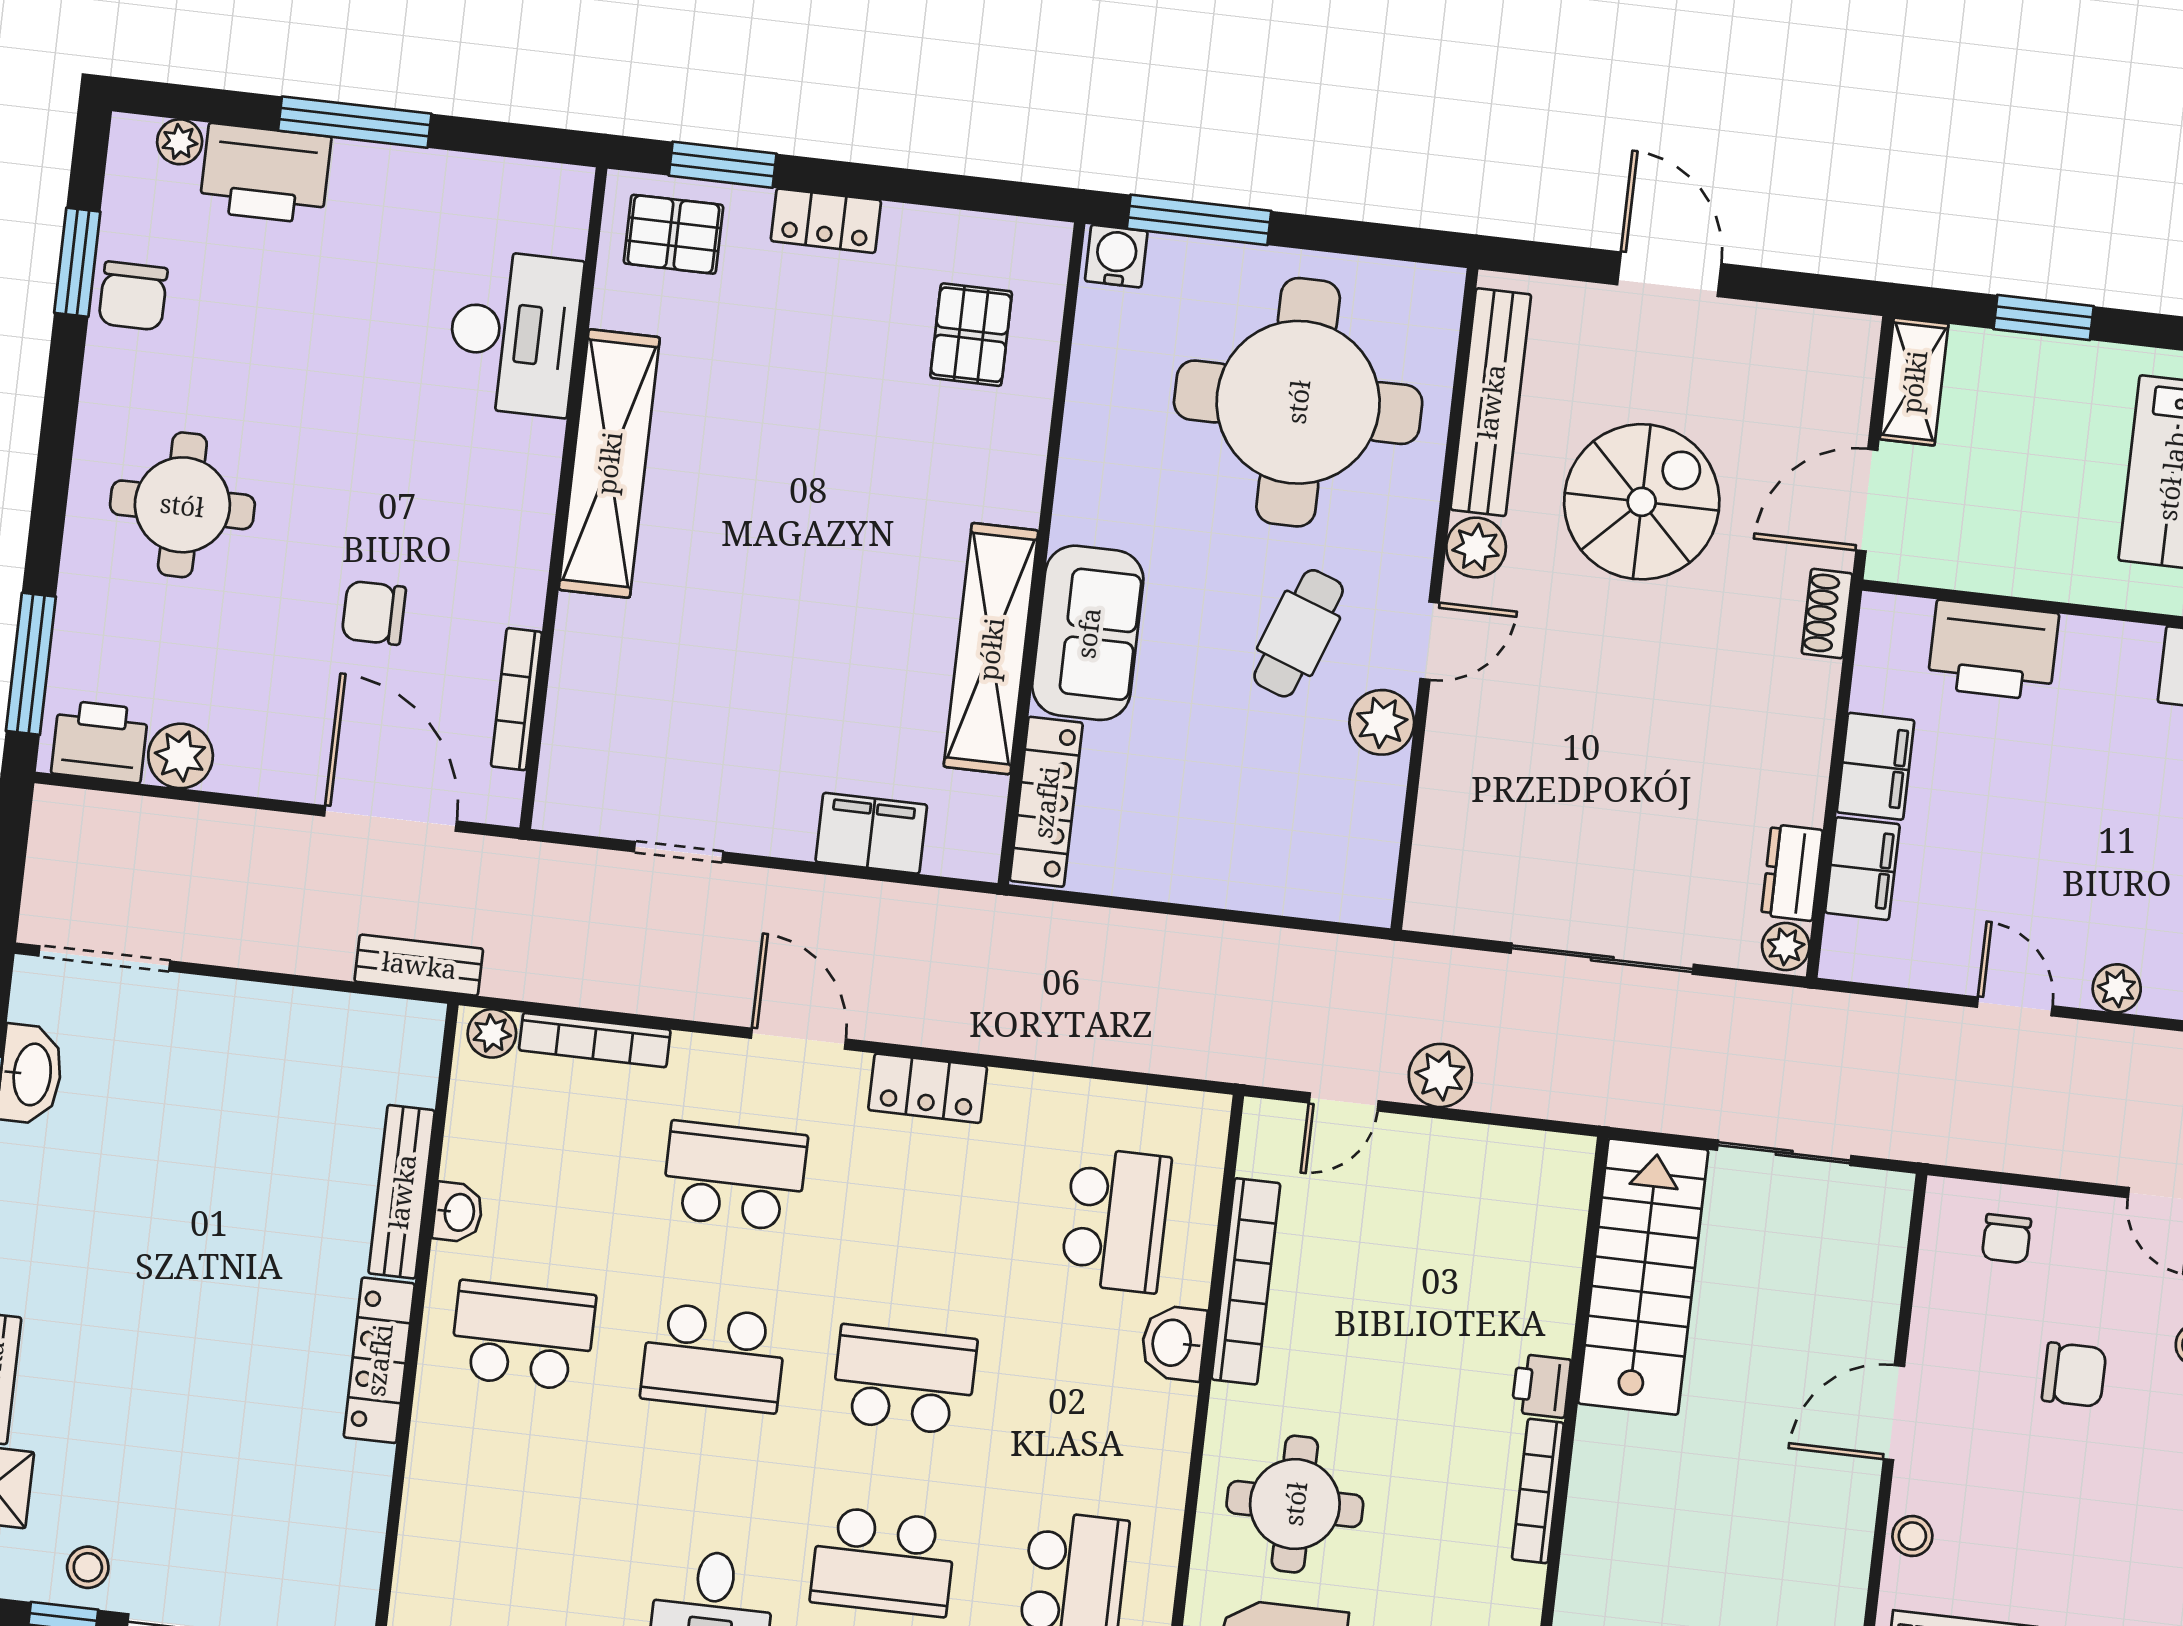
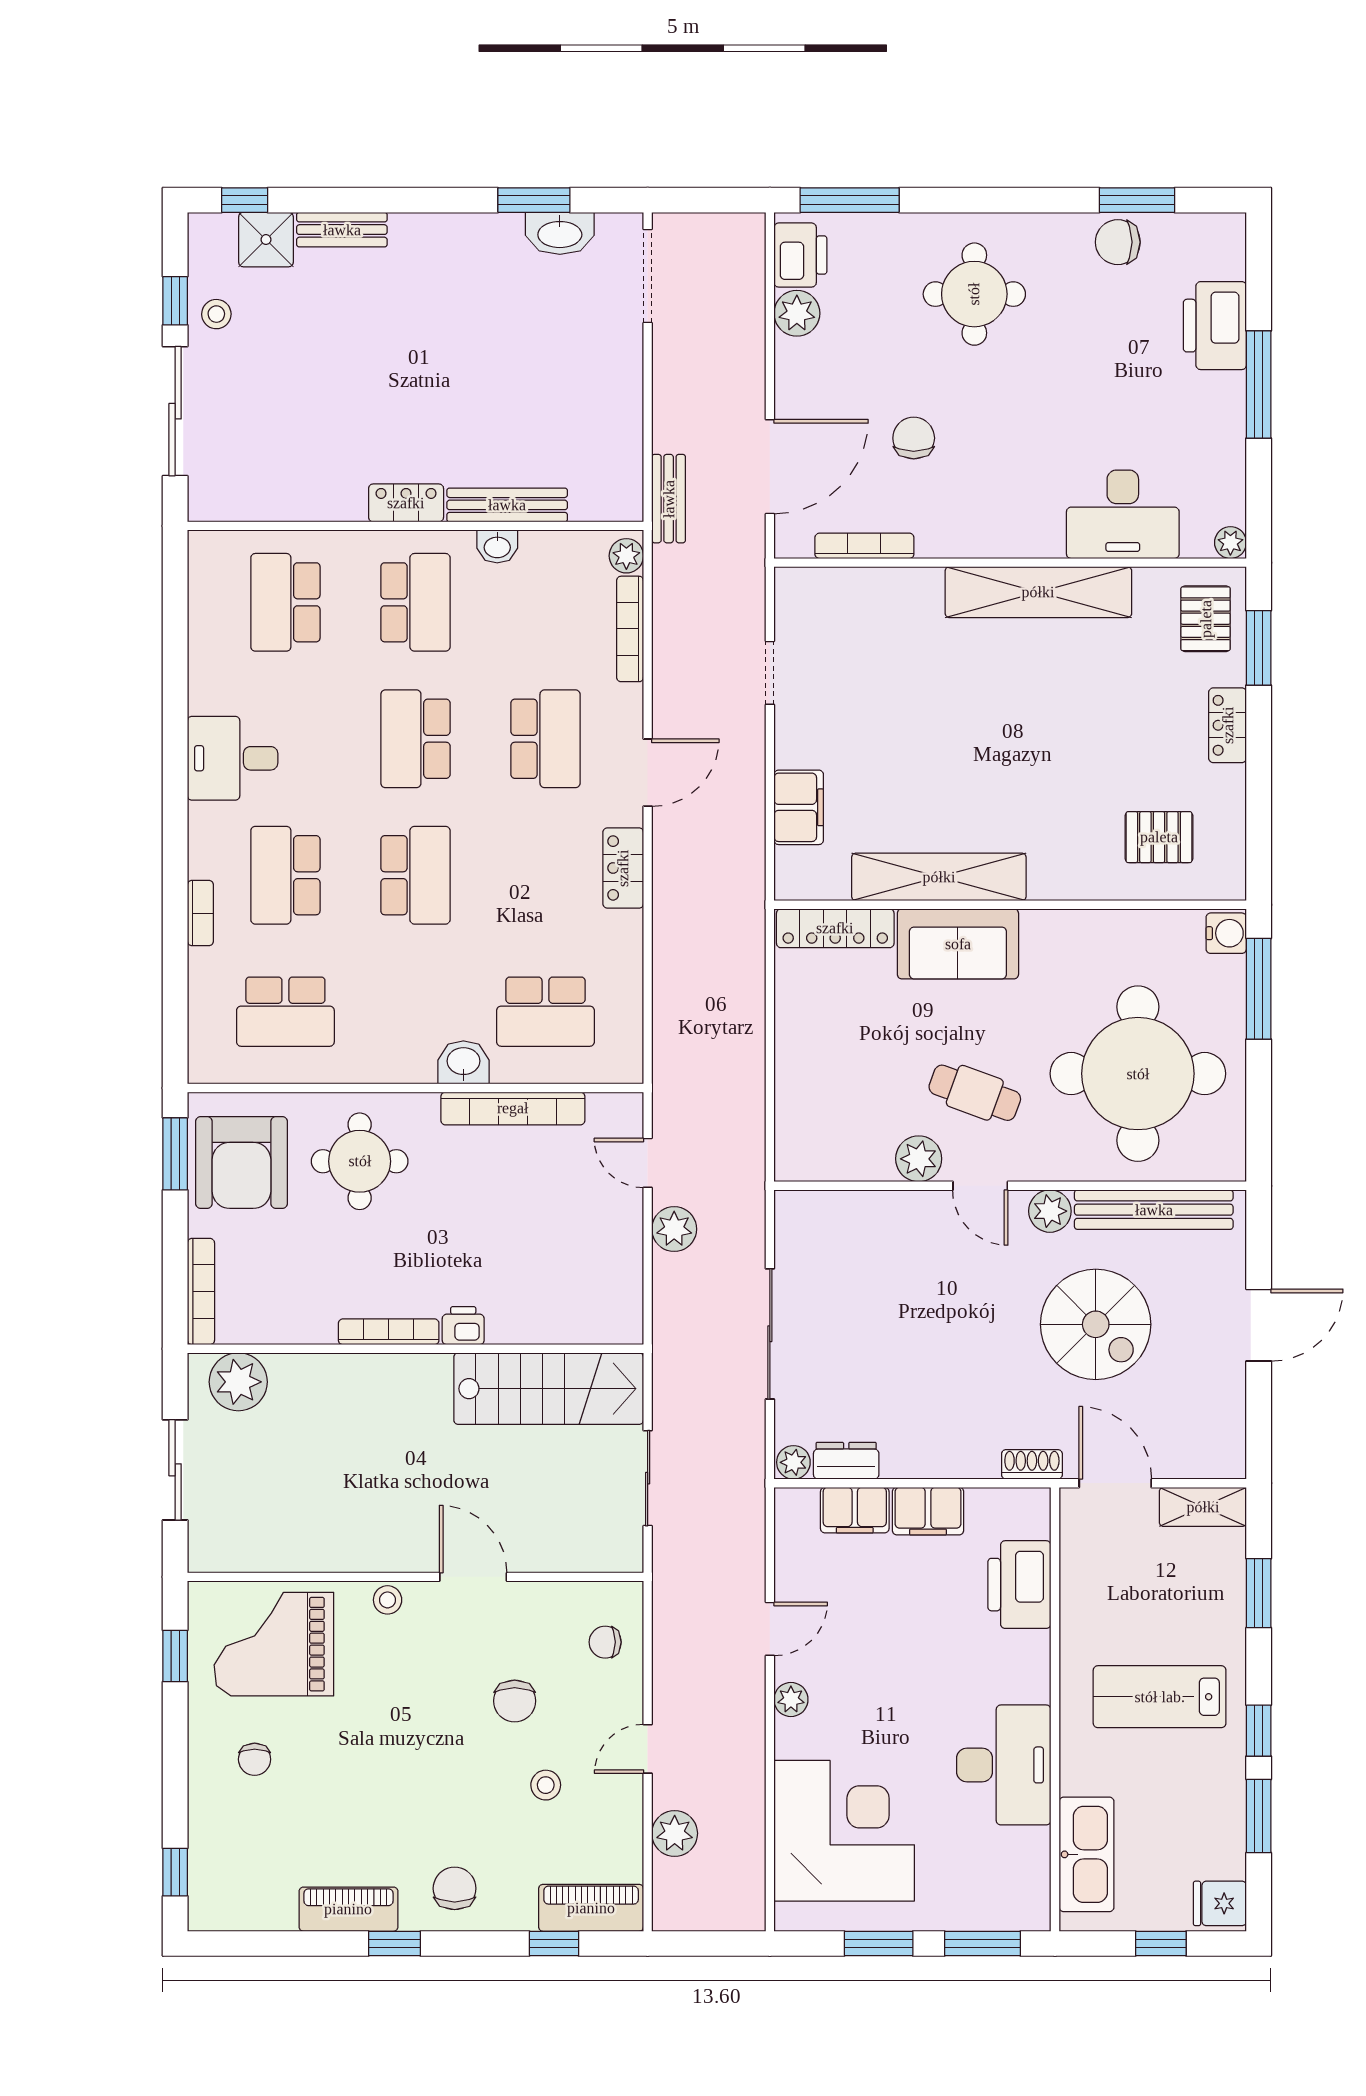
plant: (180, 142) -> (1230, 543), moved
locker: (379, 1360) -> (406, 503), width x0.66
school desk: (502, 1517) -> (285, 602), added

